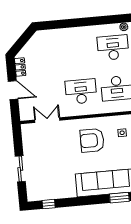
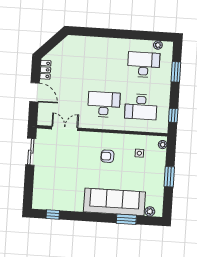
armchair: (92, 140) -> (107, 156), width x0.53, depth x0.53
sliding door: (20, 169) -> (31, 152), moved

